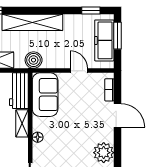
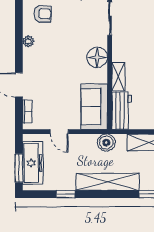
window: (91, 10) -> (66, 194), moved
floor lamp: (38, 137) -> (97, 57), width x1.89, depth x1.89
plant: (104, 153) -> (28, 41), width x0.53, depth x0.53

